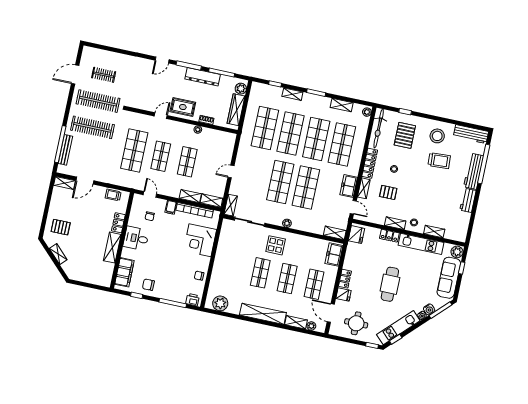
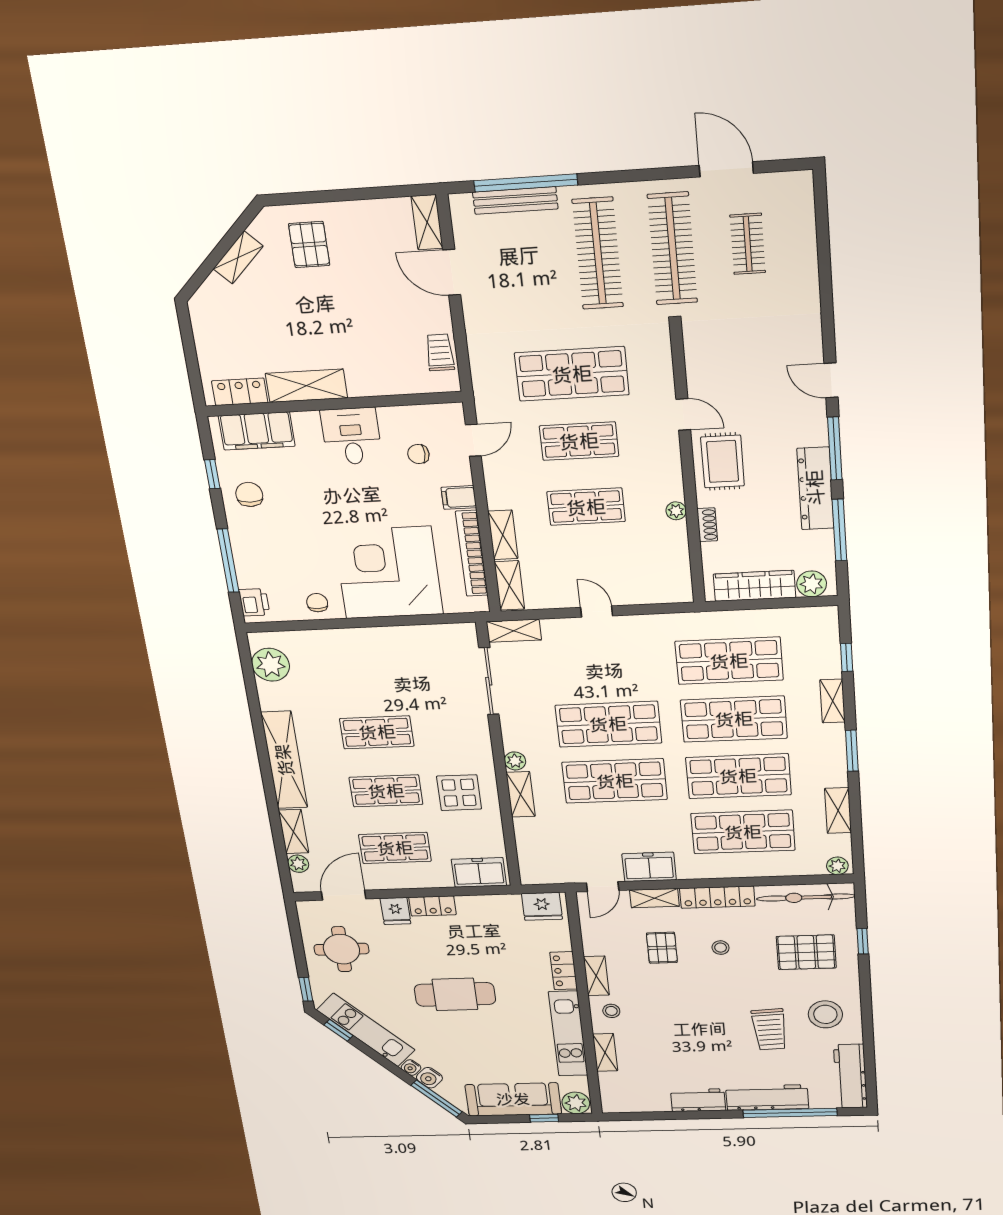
locker: (118, 223) -> (240, 392), moved
shelving: (335, 233) -> (521, 794), moved
corner desk: (200, 240) -> (388, 573), width x1.36, depth x1.36
display table: (276, 245) -> (459, 793), moved

